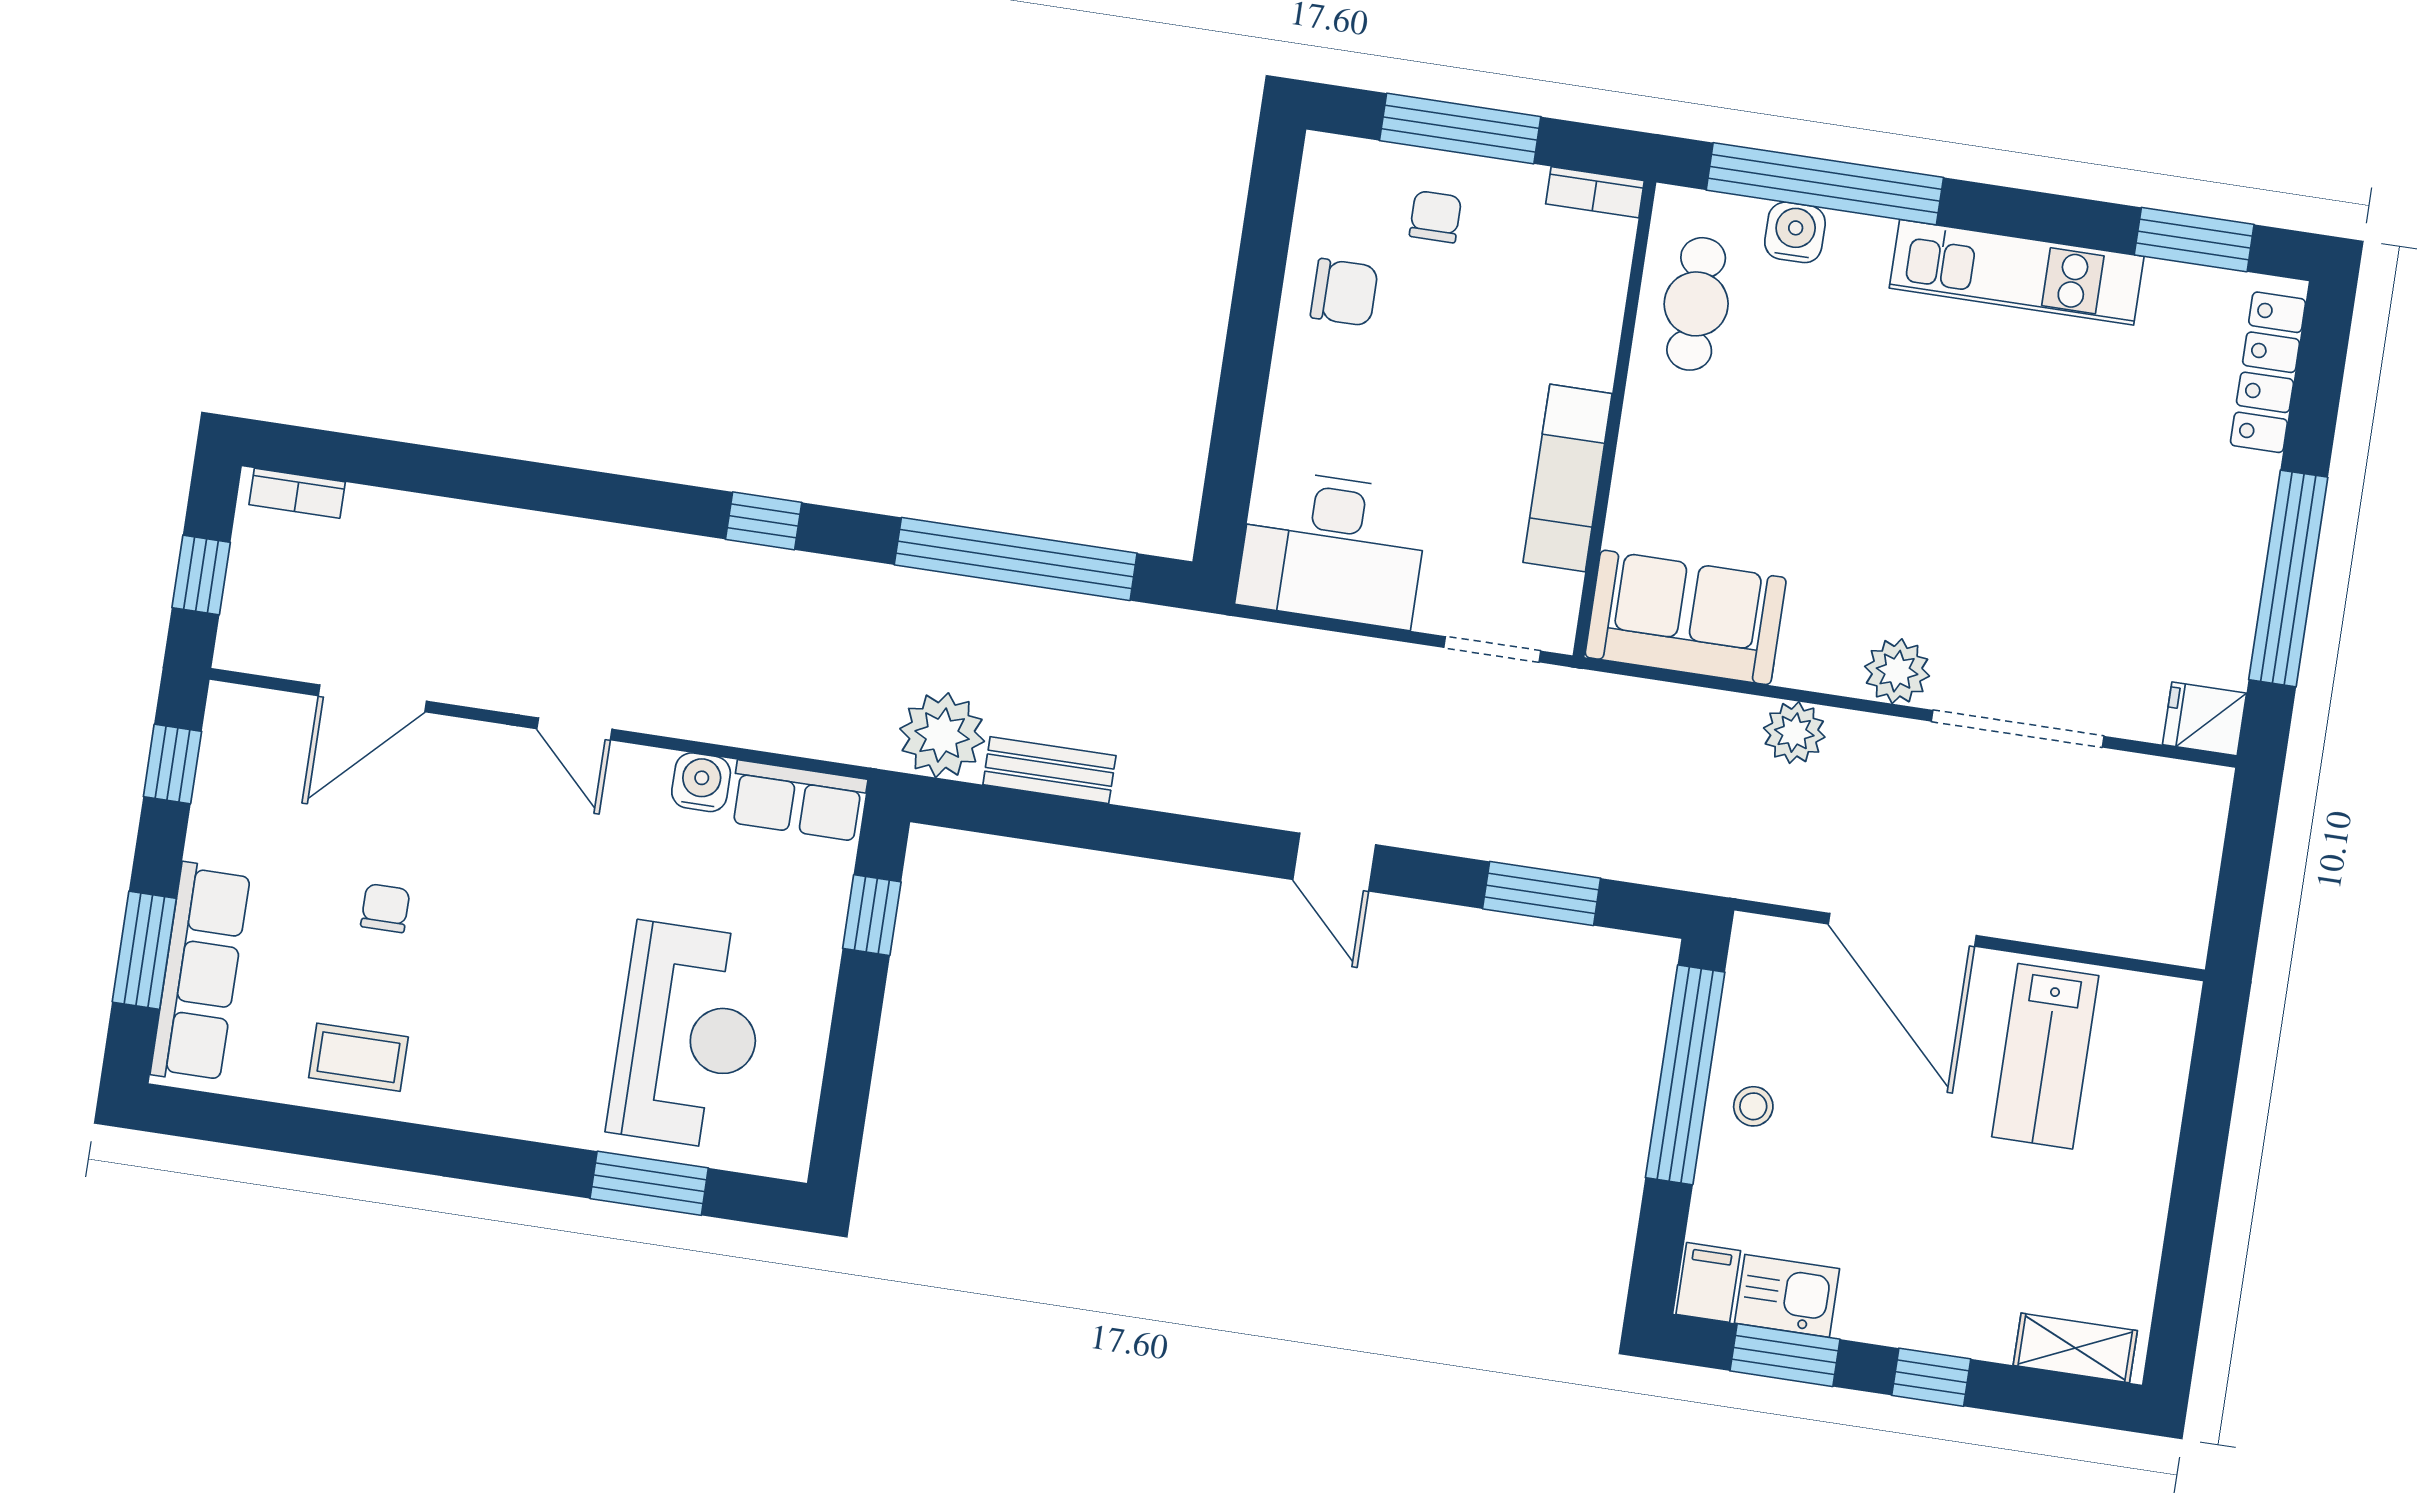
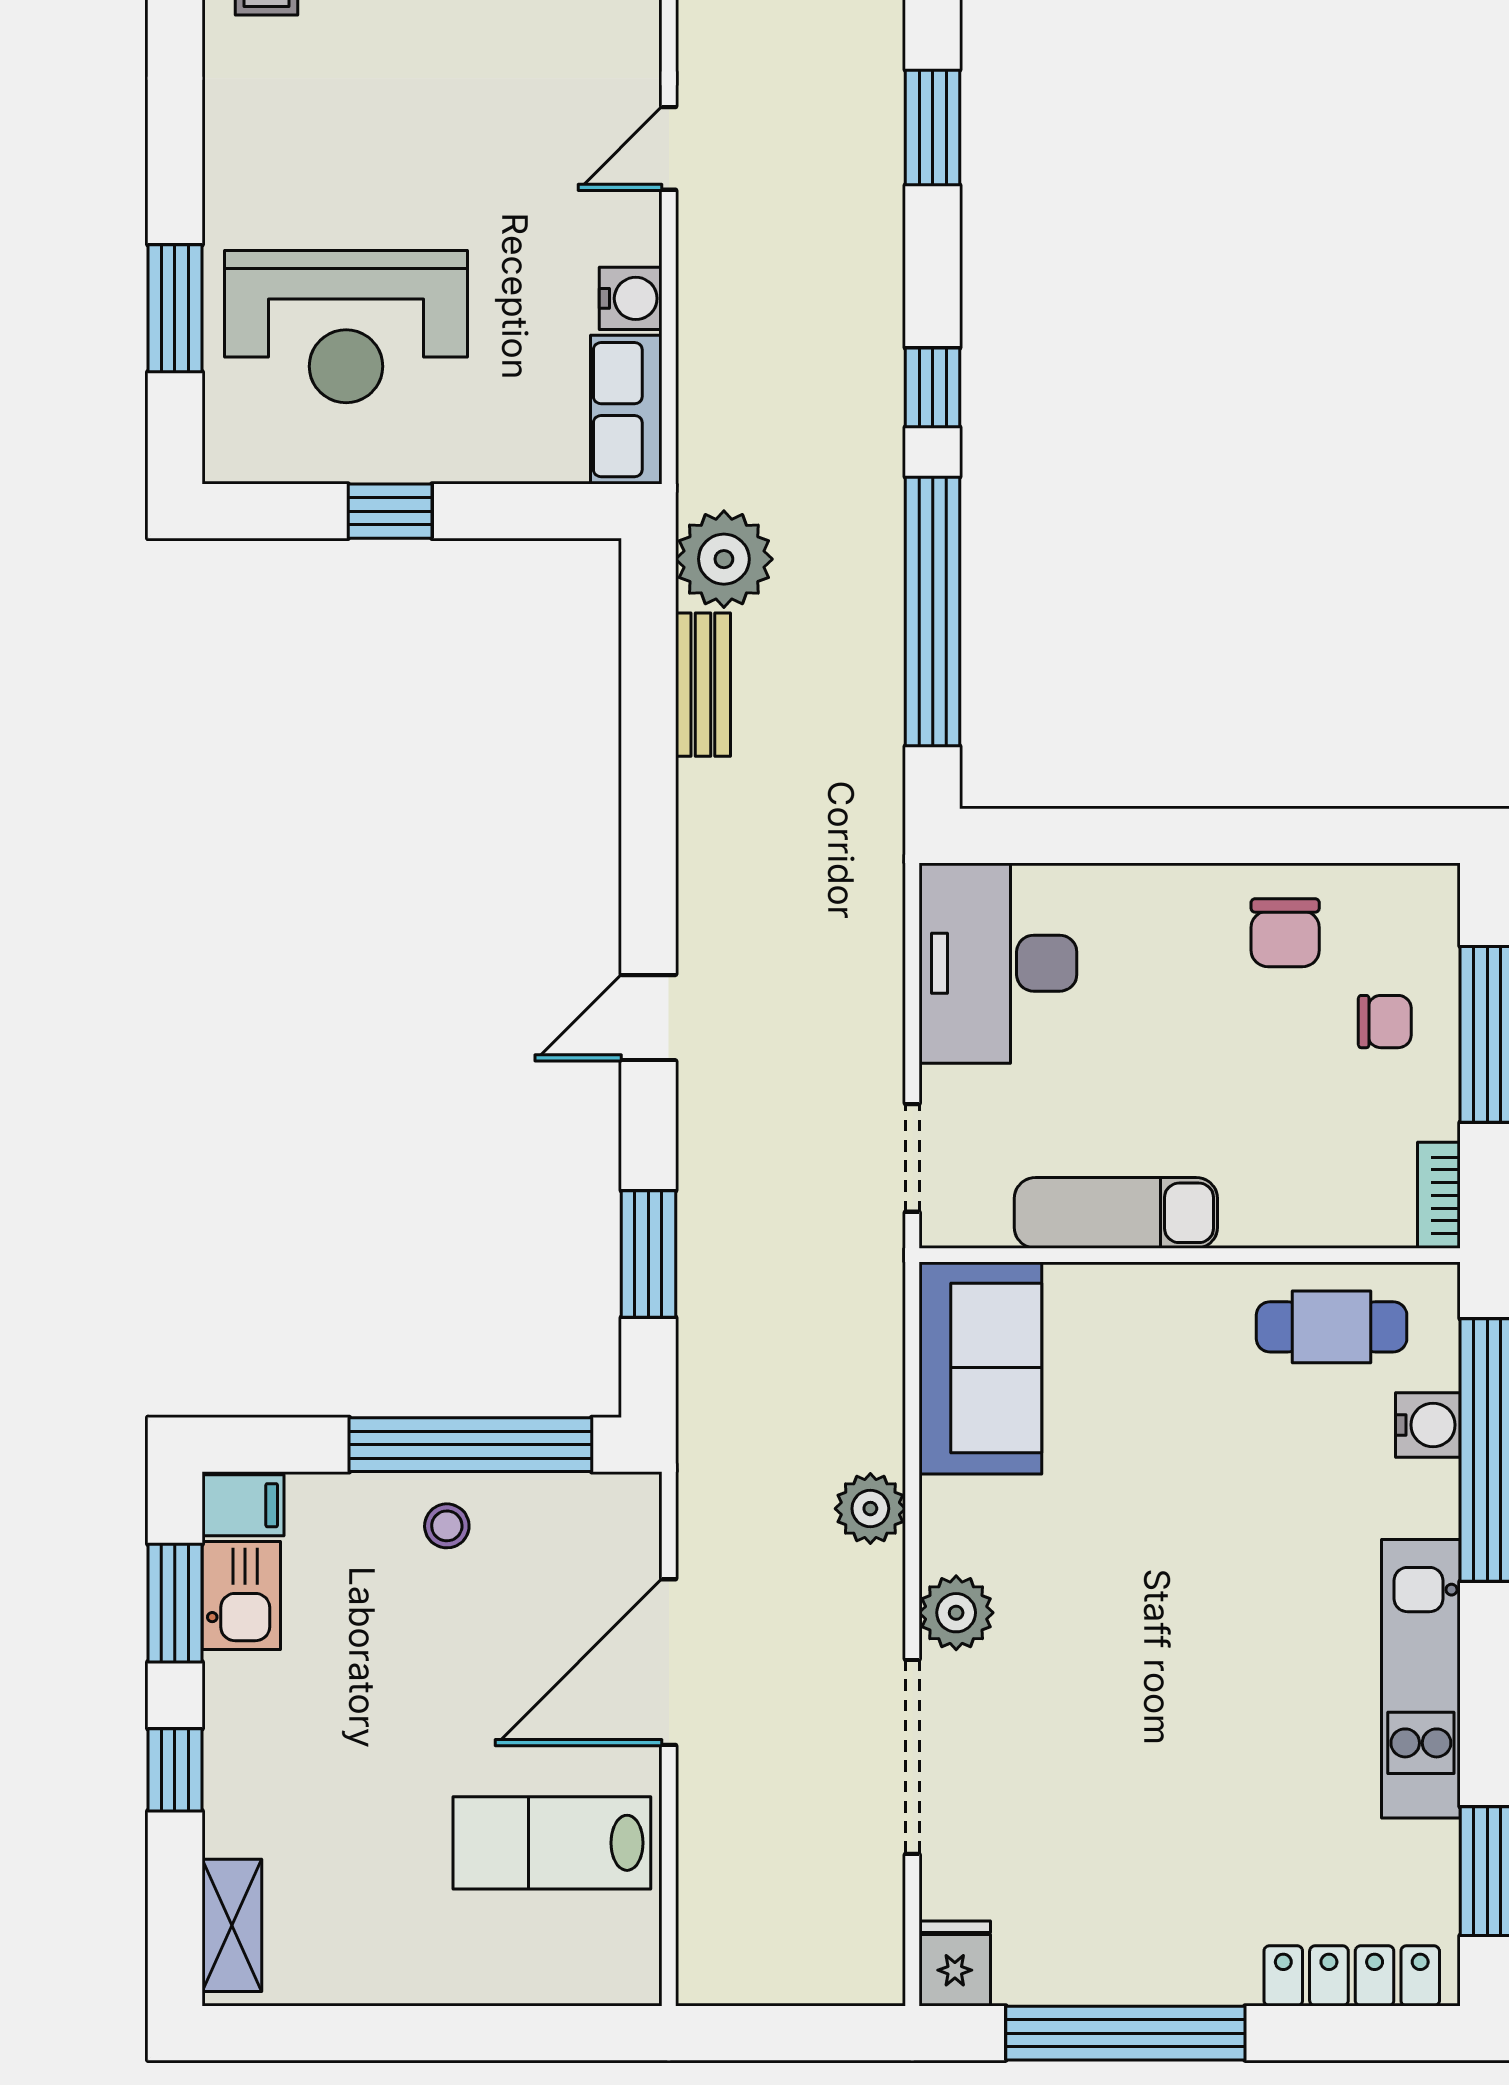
window: (591, 495) -> (933, 128), added
window: (764, 521) -> (933, 387), moved
window: (872, 915) -> (390, 511), moved

